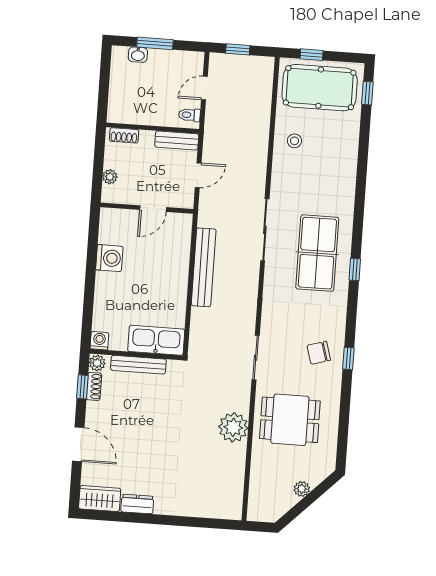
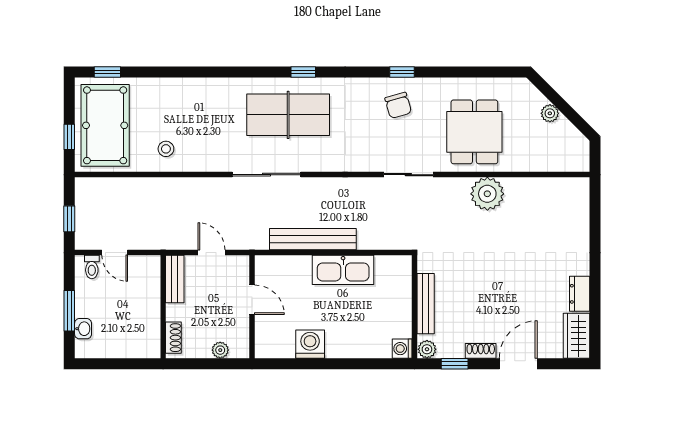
toilet: (189, 115) -> (92, 267), moved
kitchen sink: (156, 340) -> (343, 270), moved, turned -90
shoe rack: (94, 386) -> (481, 351), moved

